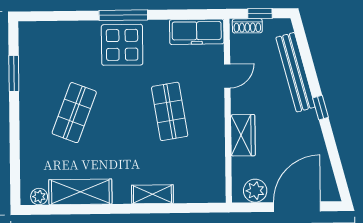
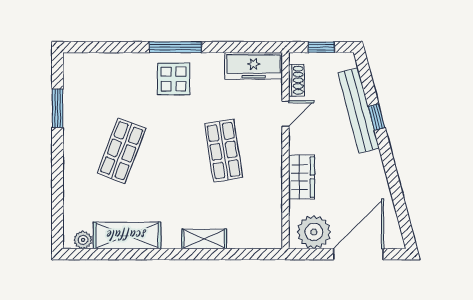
shoe rack: (247, 26) -> (296, 80), moved, turned -90
display table: (122, 45) -> (174, 79), width x0.73, depth x0.73
window: (321, 108) -> (377, 117), moved
plant: (255, 191) -> (314, 232), width x1.36, depth x1.36

